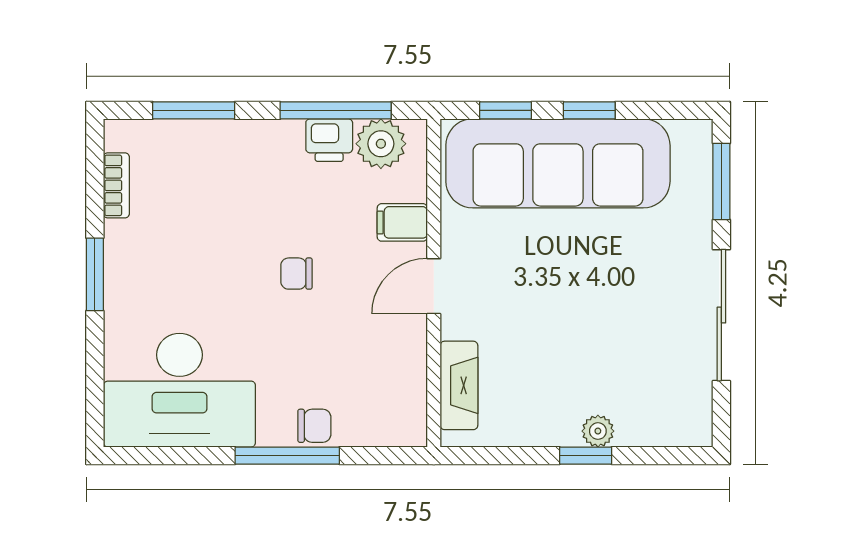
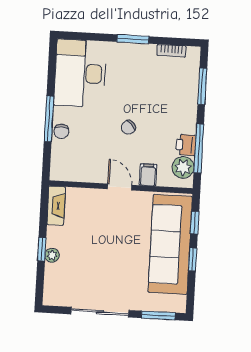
chair: (296, 274) -> (128, 127), turned -133
fireplace: (459, 385) -> (56, 206), moved, turned -90

